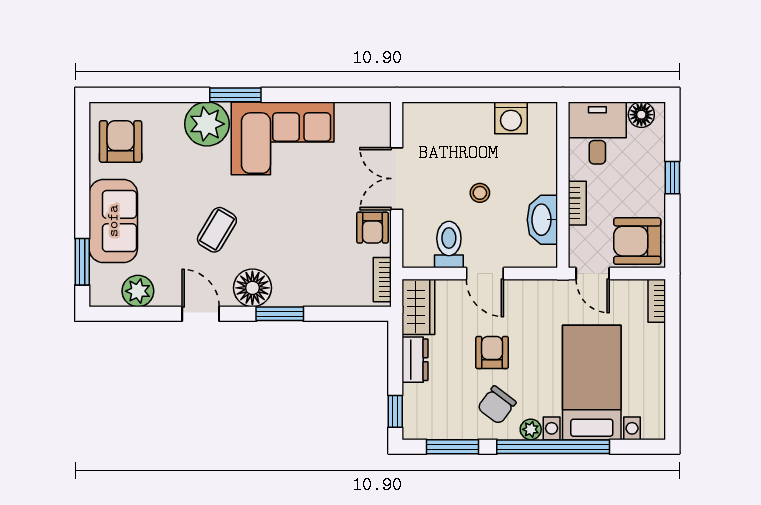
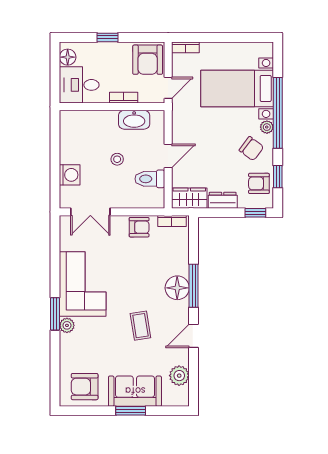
washing machine: (511, 118) -> (70, 175), moved
plant: (207, 124) -> (67, 325), width x0.53, depth x0.53
double door: (397, 179) -> (90, 212), moved
coffee table: (217, 230) -> (140, 326), turned 50
window: (82, 262) -> (131, 411), moved
floor lamp: (252, 288) -> (177, 288), moved
window: (280, 314) -> (194, 286), width x1.44
armchair: (492, 353) -> (259, 183), moved
window: (453, 447) -> (278, 177), width x0.67

